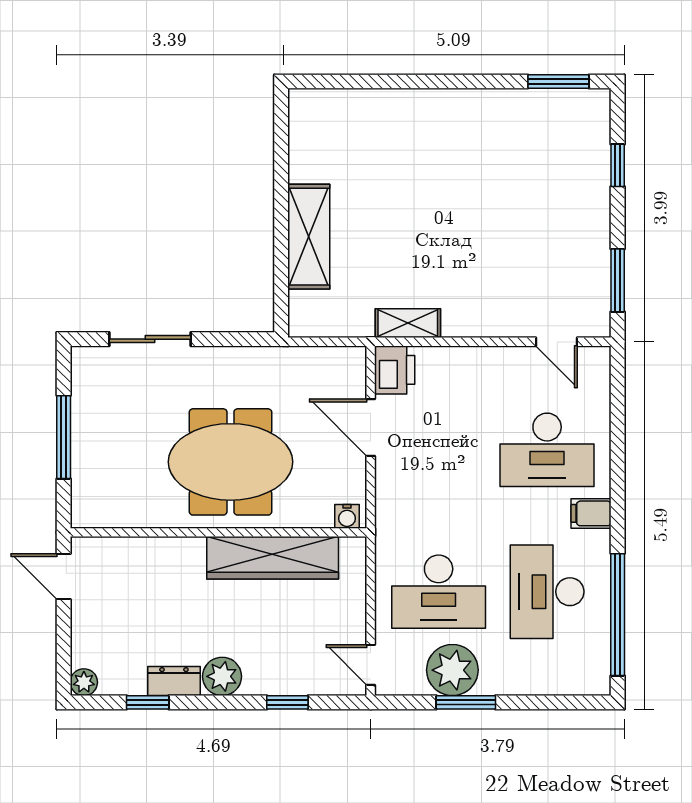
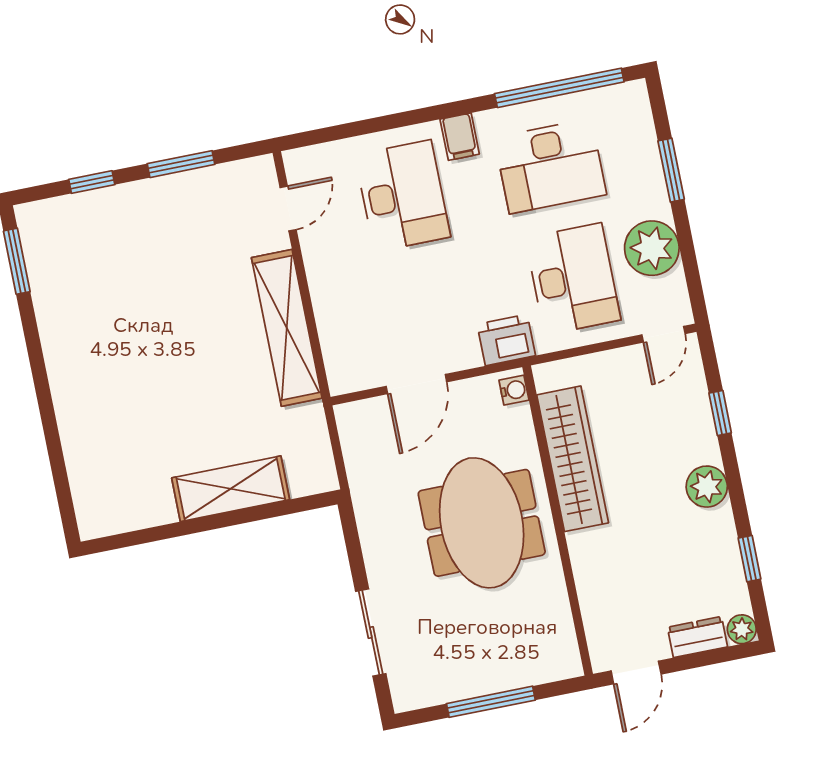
window: (618, 280) -> (181, 164), moved
shelving: (408, 323) -> (287, 328), width x2.20, depth x1.33
printer: (395, 370) -> (506, 340), moved
dresser: (174, 681) -> (698, 637), moved, turned 90
window: (466, 702) -> (671, 170), moved

